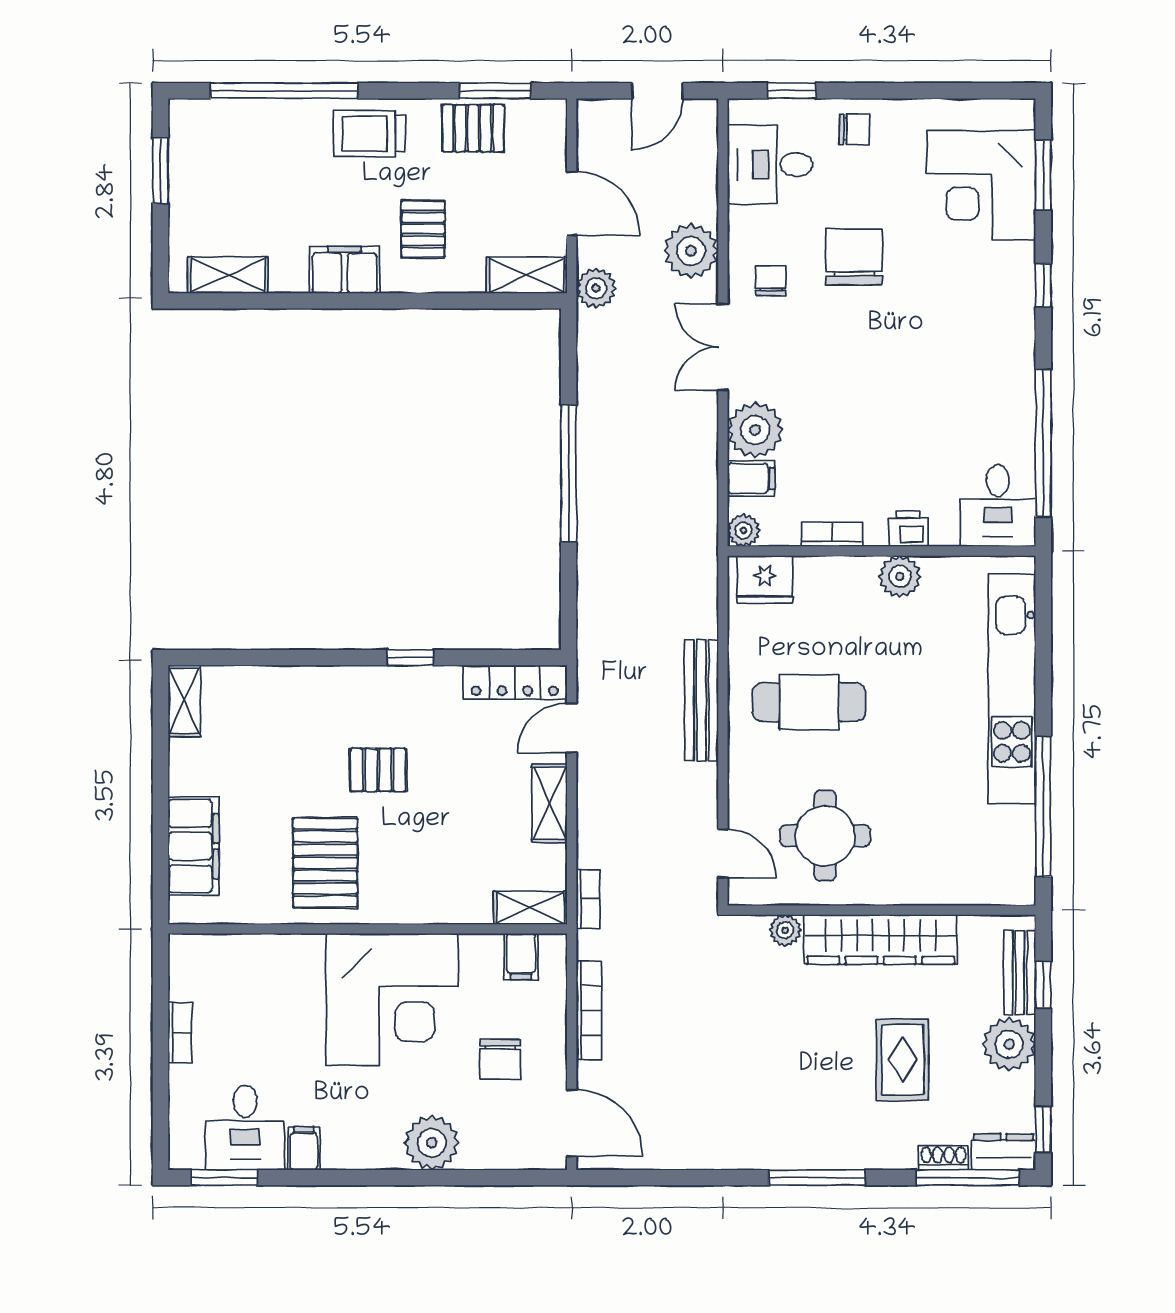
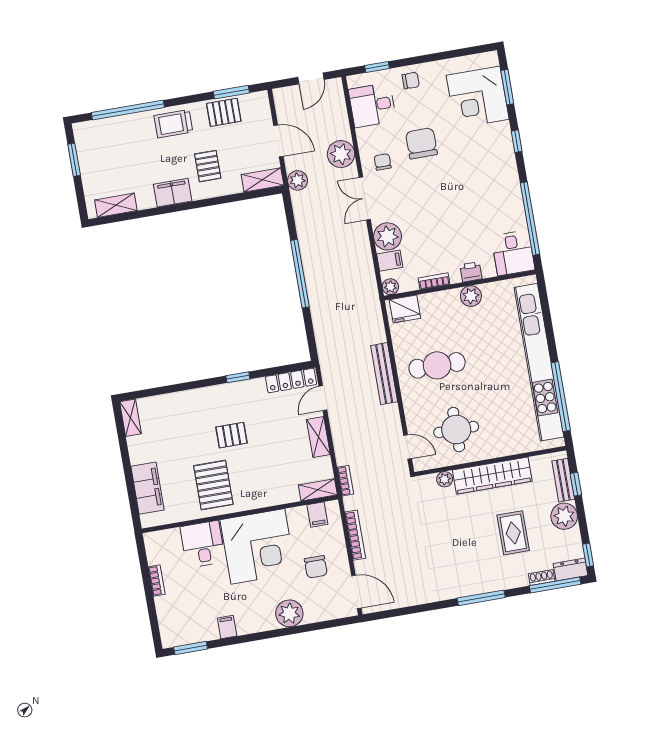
kitchen unit: (1012, 689) -> (539, 362), width x1.36
desk: (245, 1128) -> (203, 544), moved, turned 180

